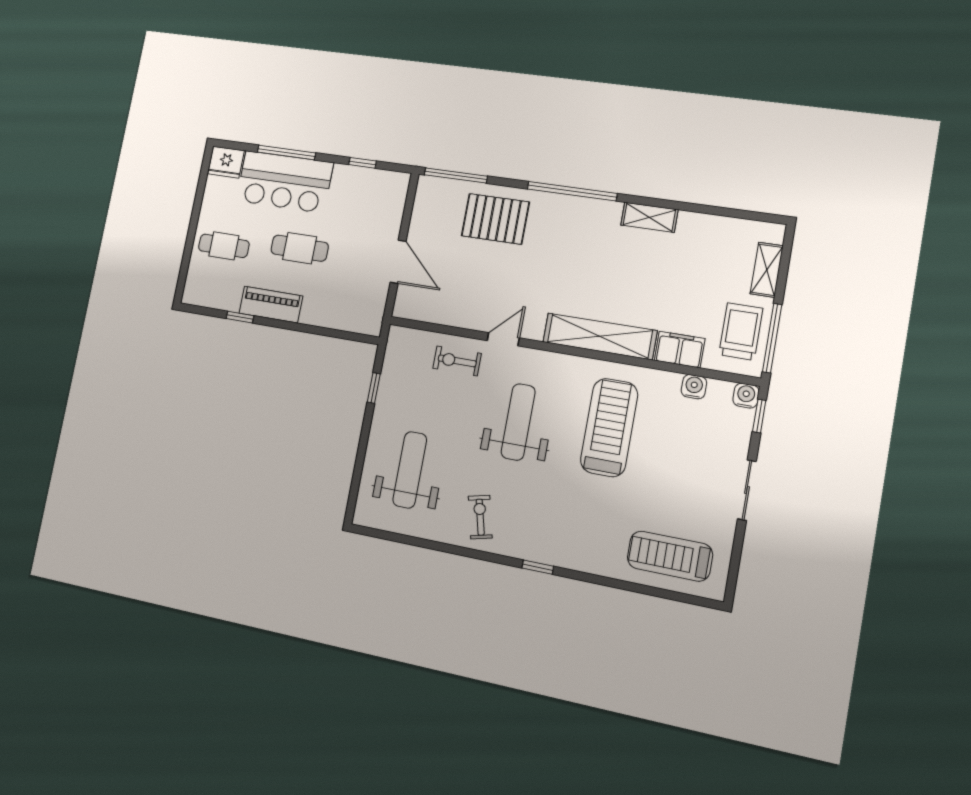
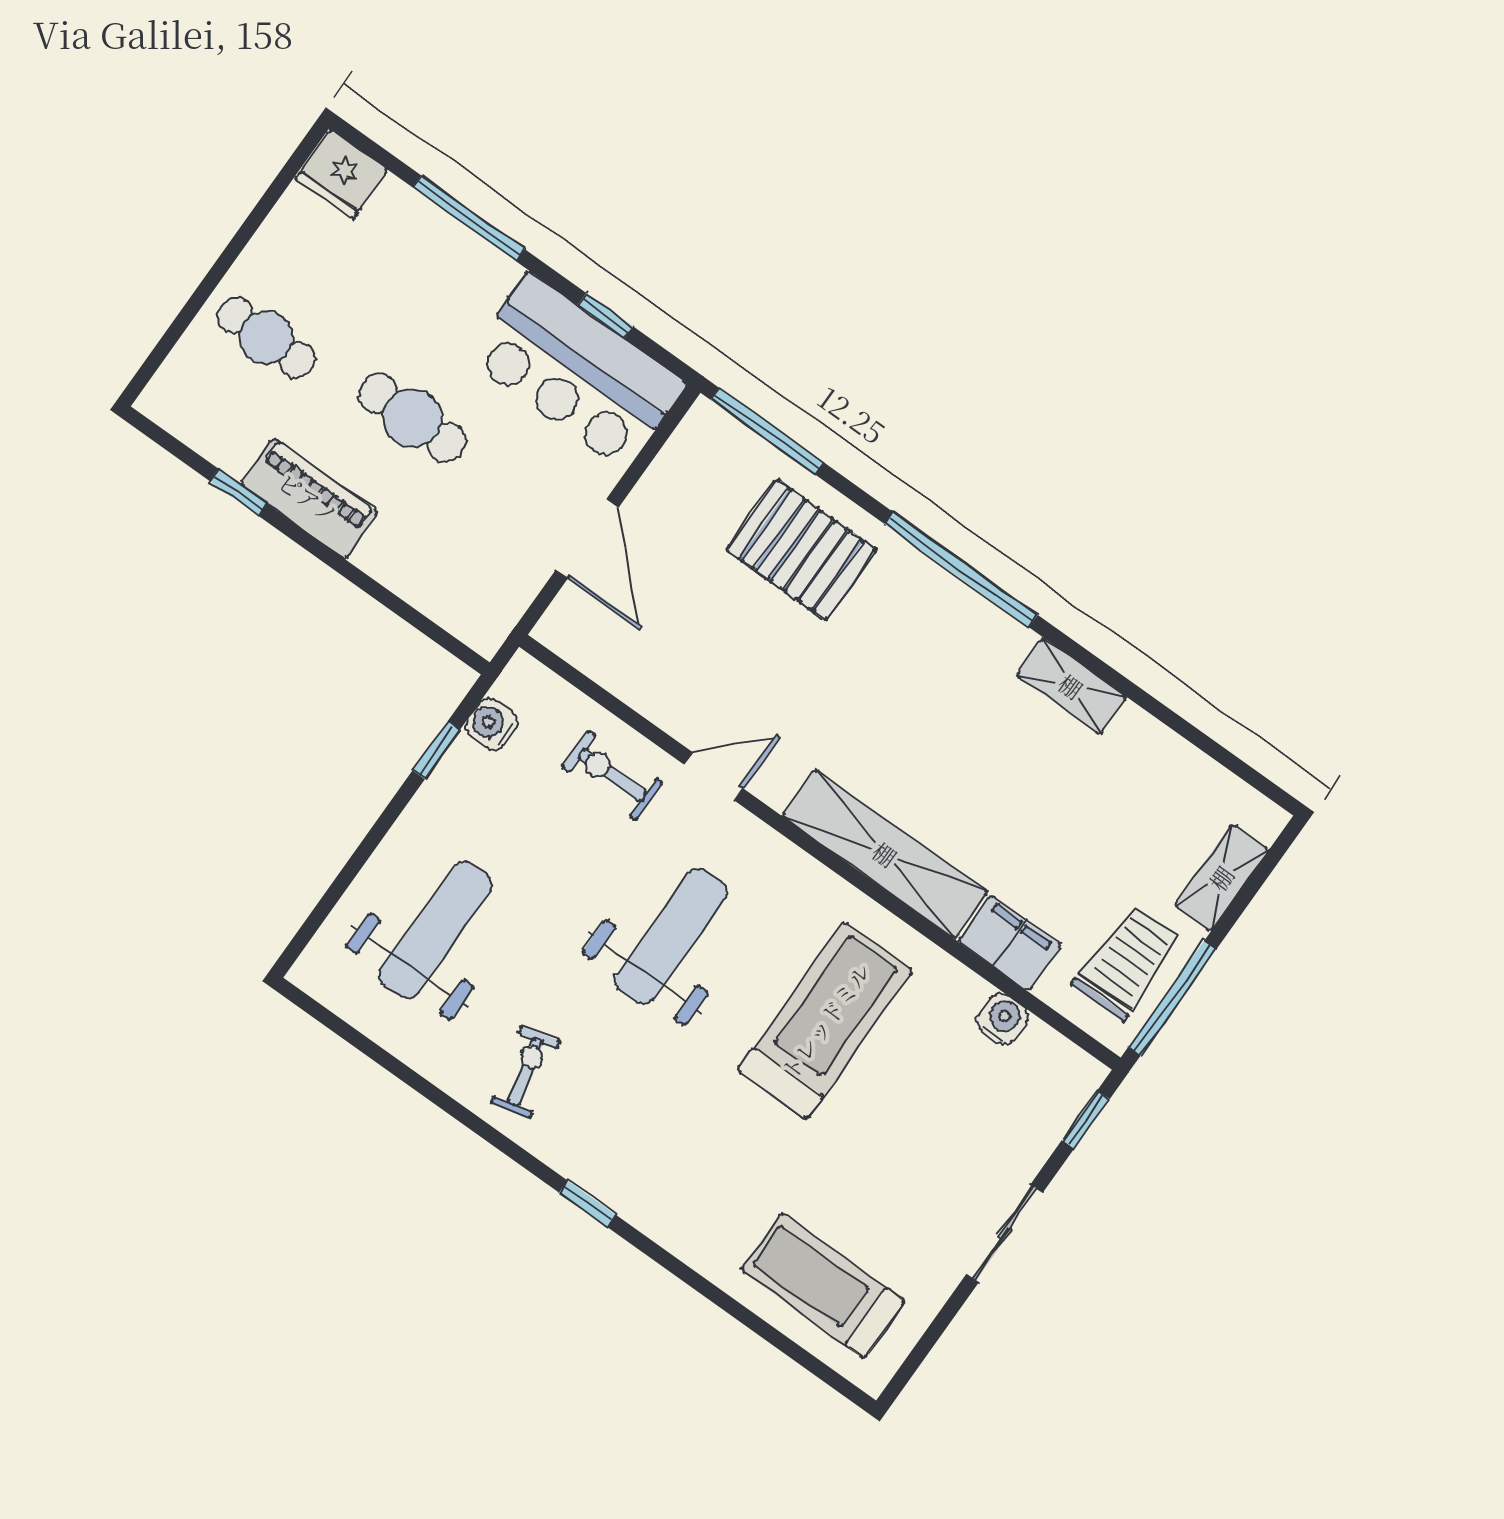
bar counter: (284, 182) -> (577, 371), moved
water cooler: (746, 396) -> (491, 724), moved, turned -90

